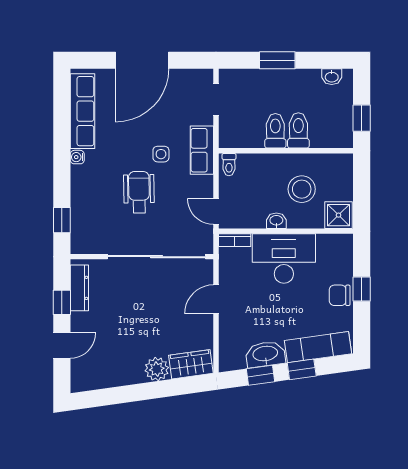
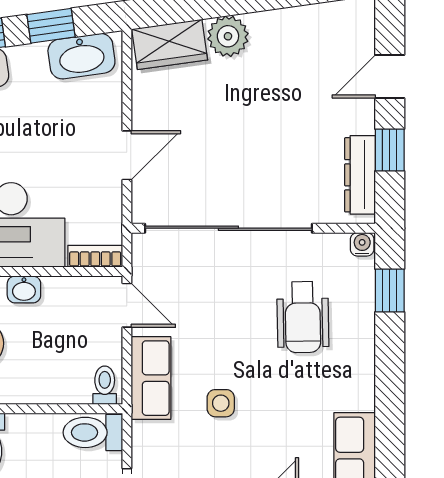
toilet: (275, 131) -> (93, 432), moved, turned 90
row of seats: (202, 150) -> (151, 378), moved
water cooler: (77, 157) -> (362, 244), moved, turned -90
wheelchair: (139, 192) -> (303, 317), moved
washbasin: (265, 354) -> (81, 56), moved

